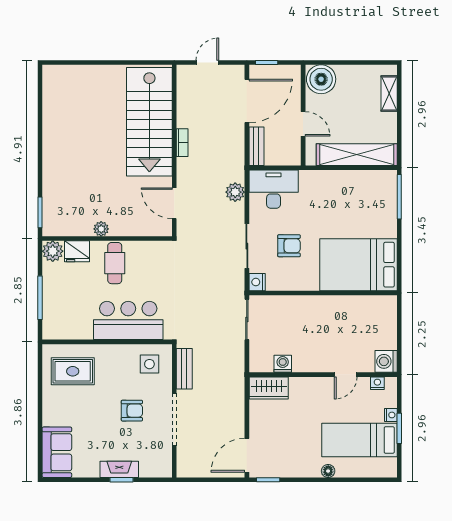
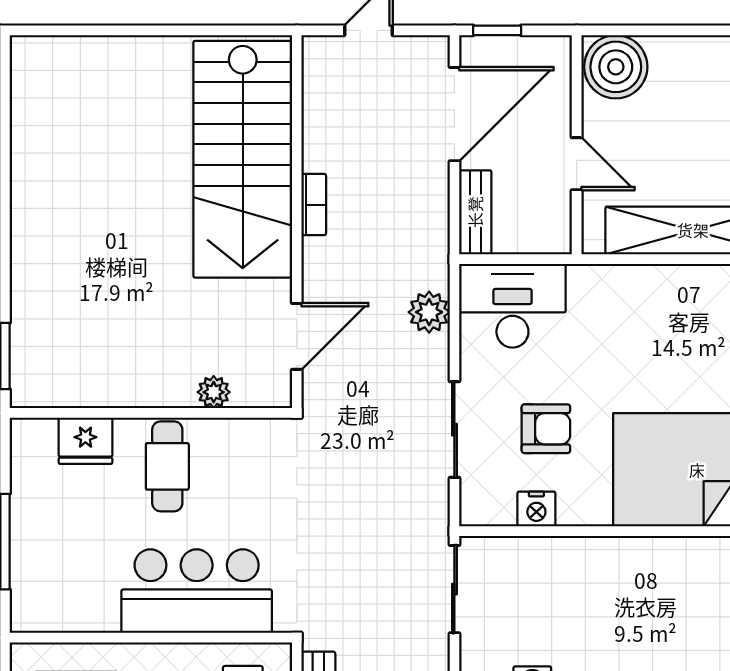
door: (174, 203) -> (297, 336), swing flipped
plant: (101, 229) -> (214, 392), moved
plant: (53, 251) -> (33, 441), removed
nightstand: (257, 282) -> (536, 509), moved, turned -90

